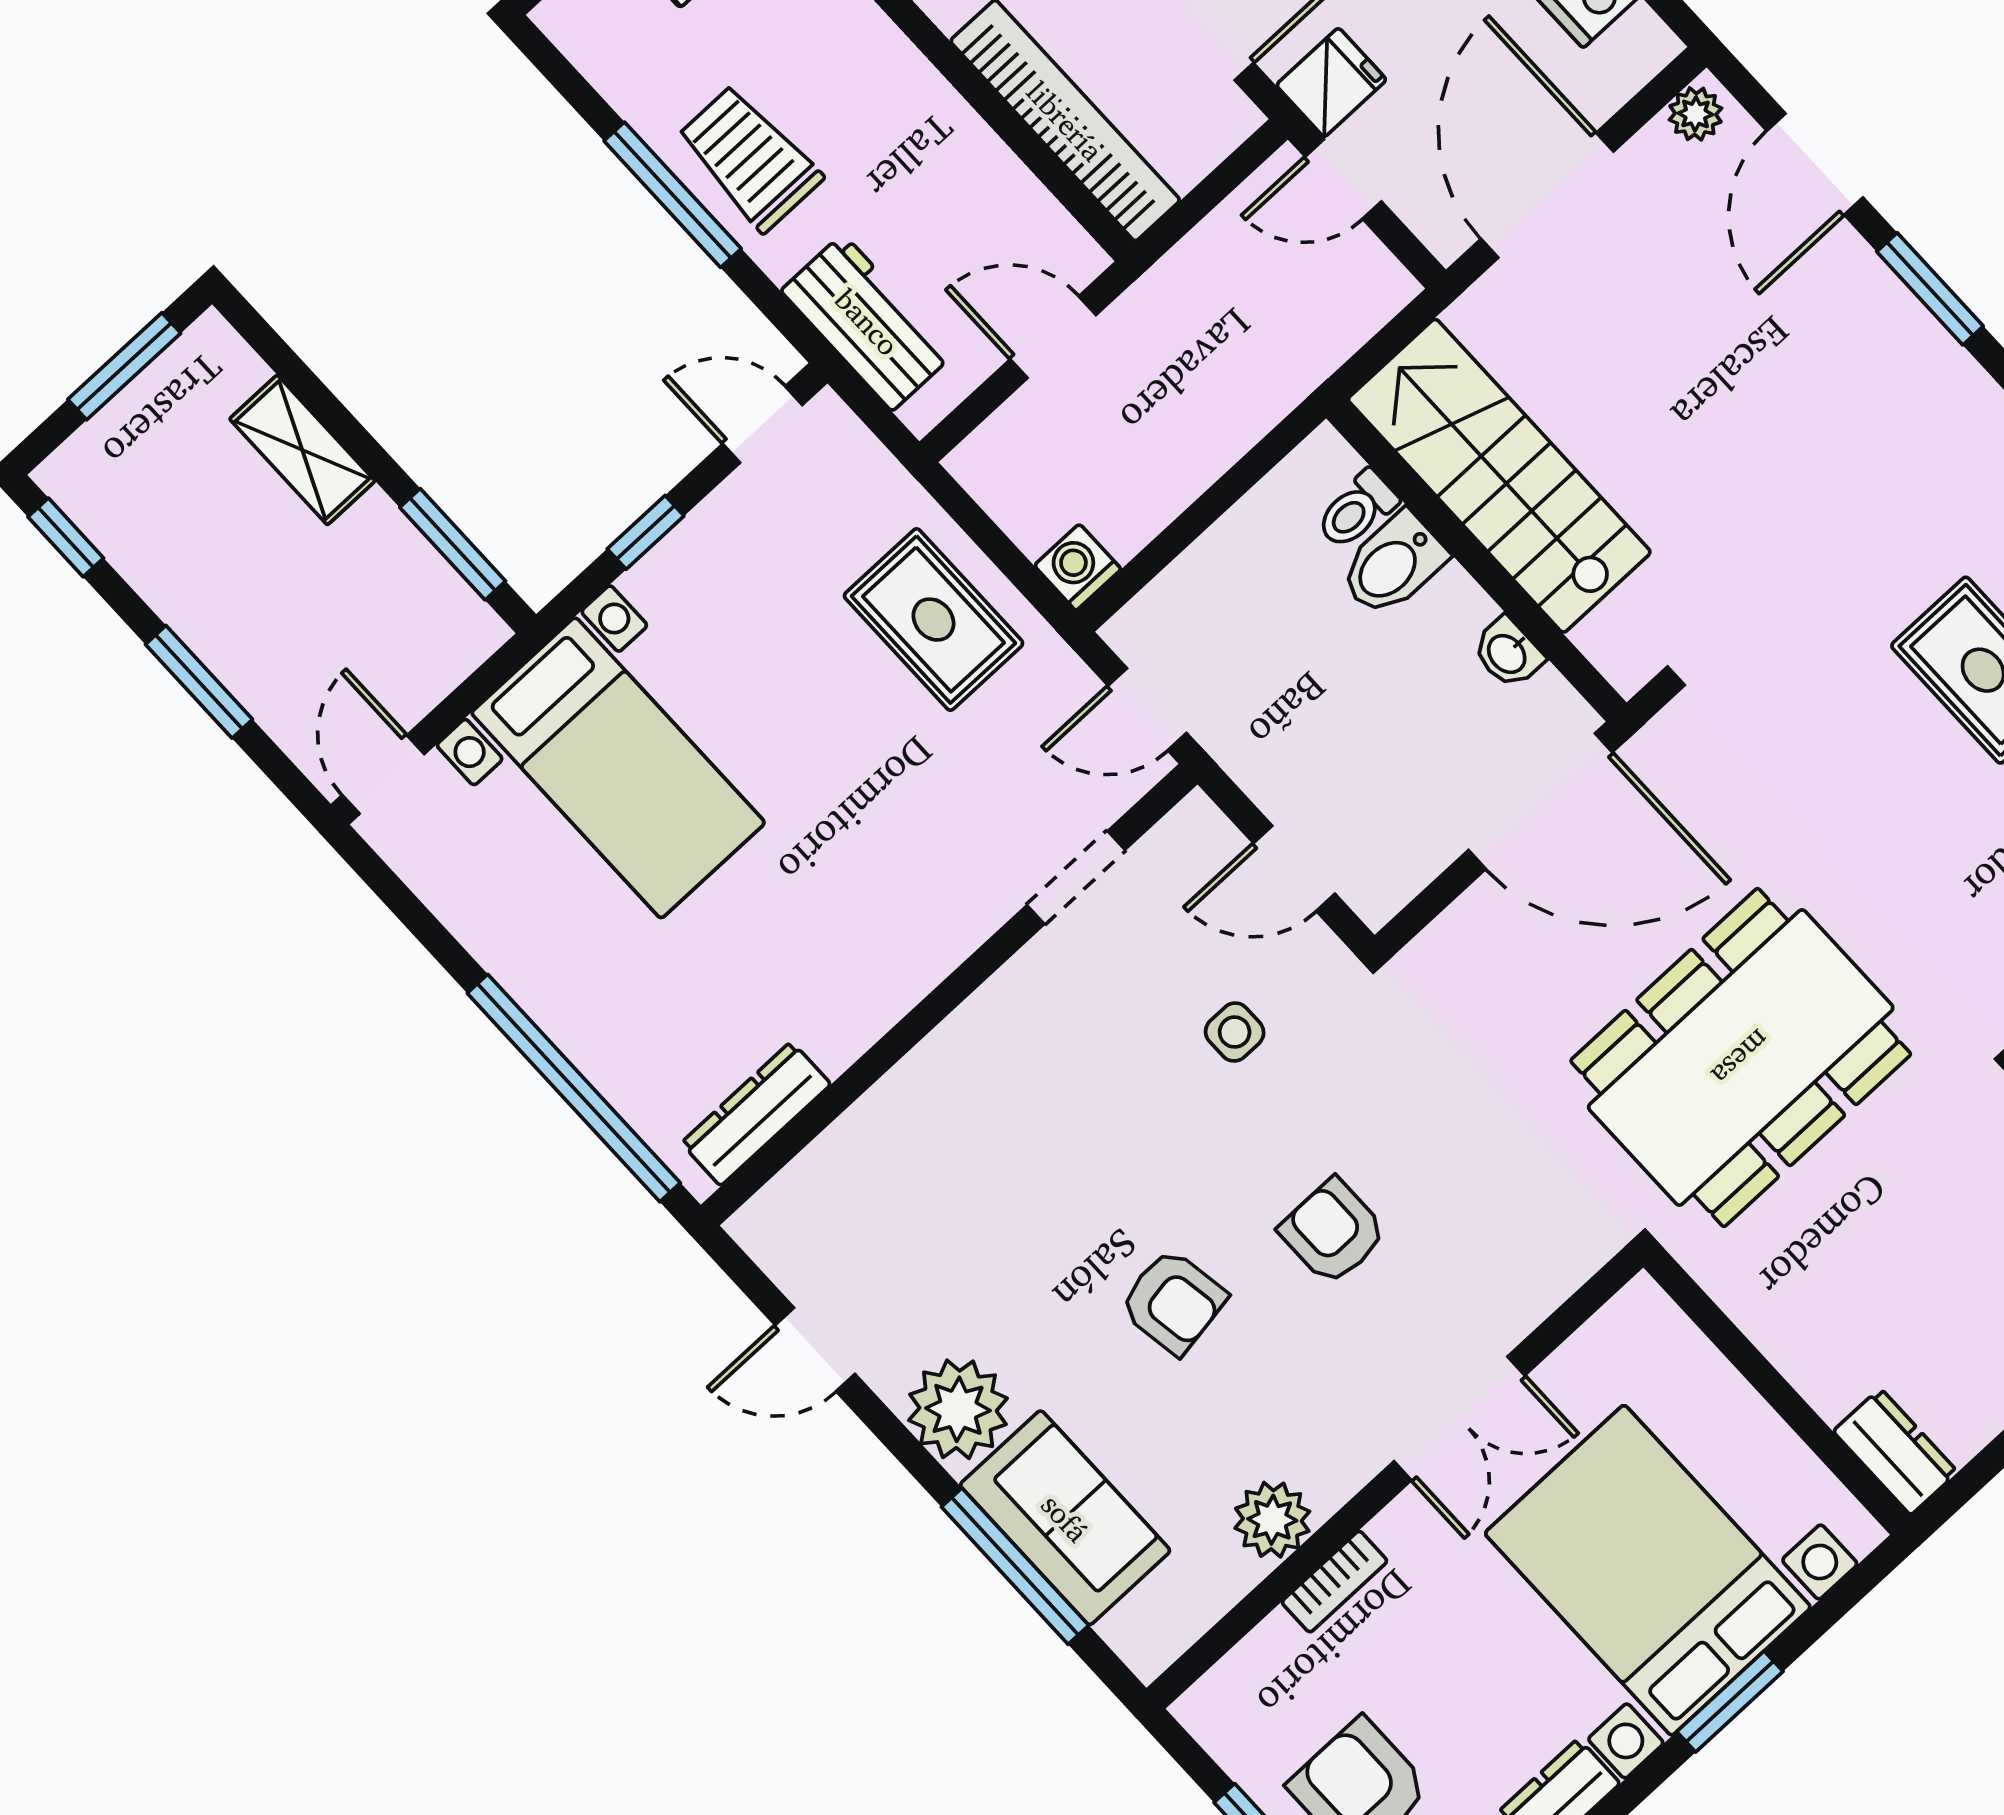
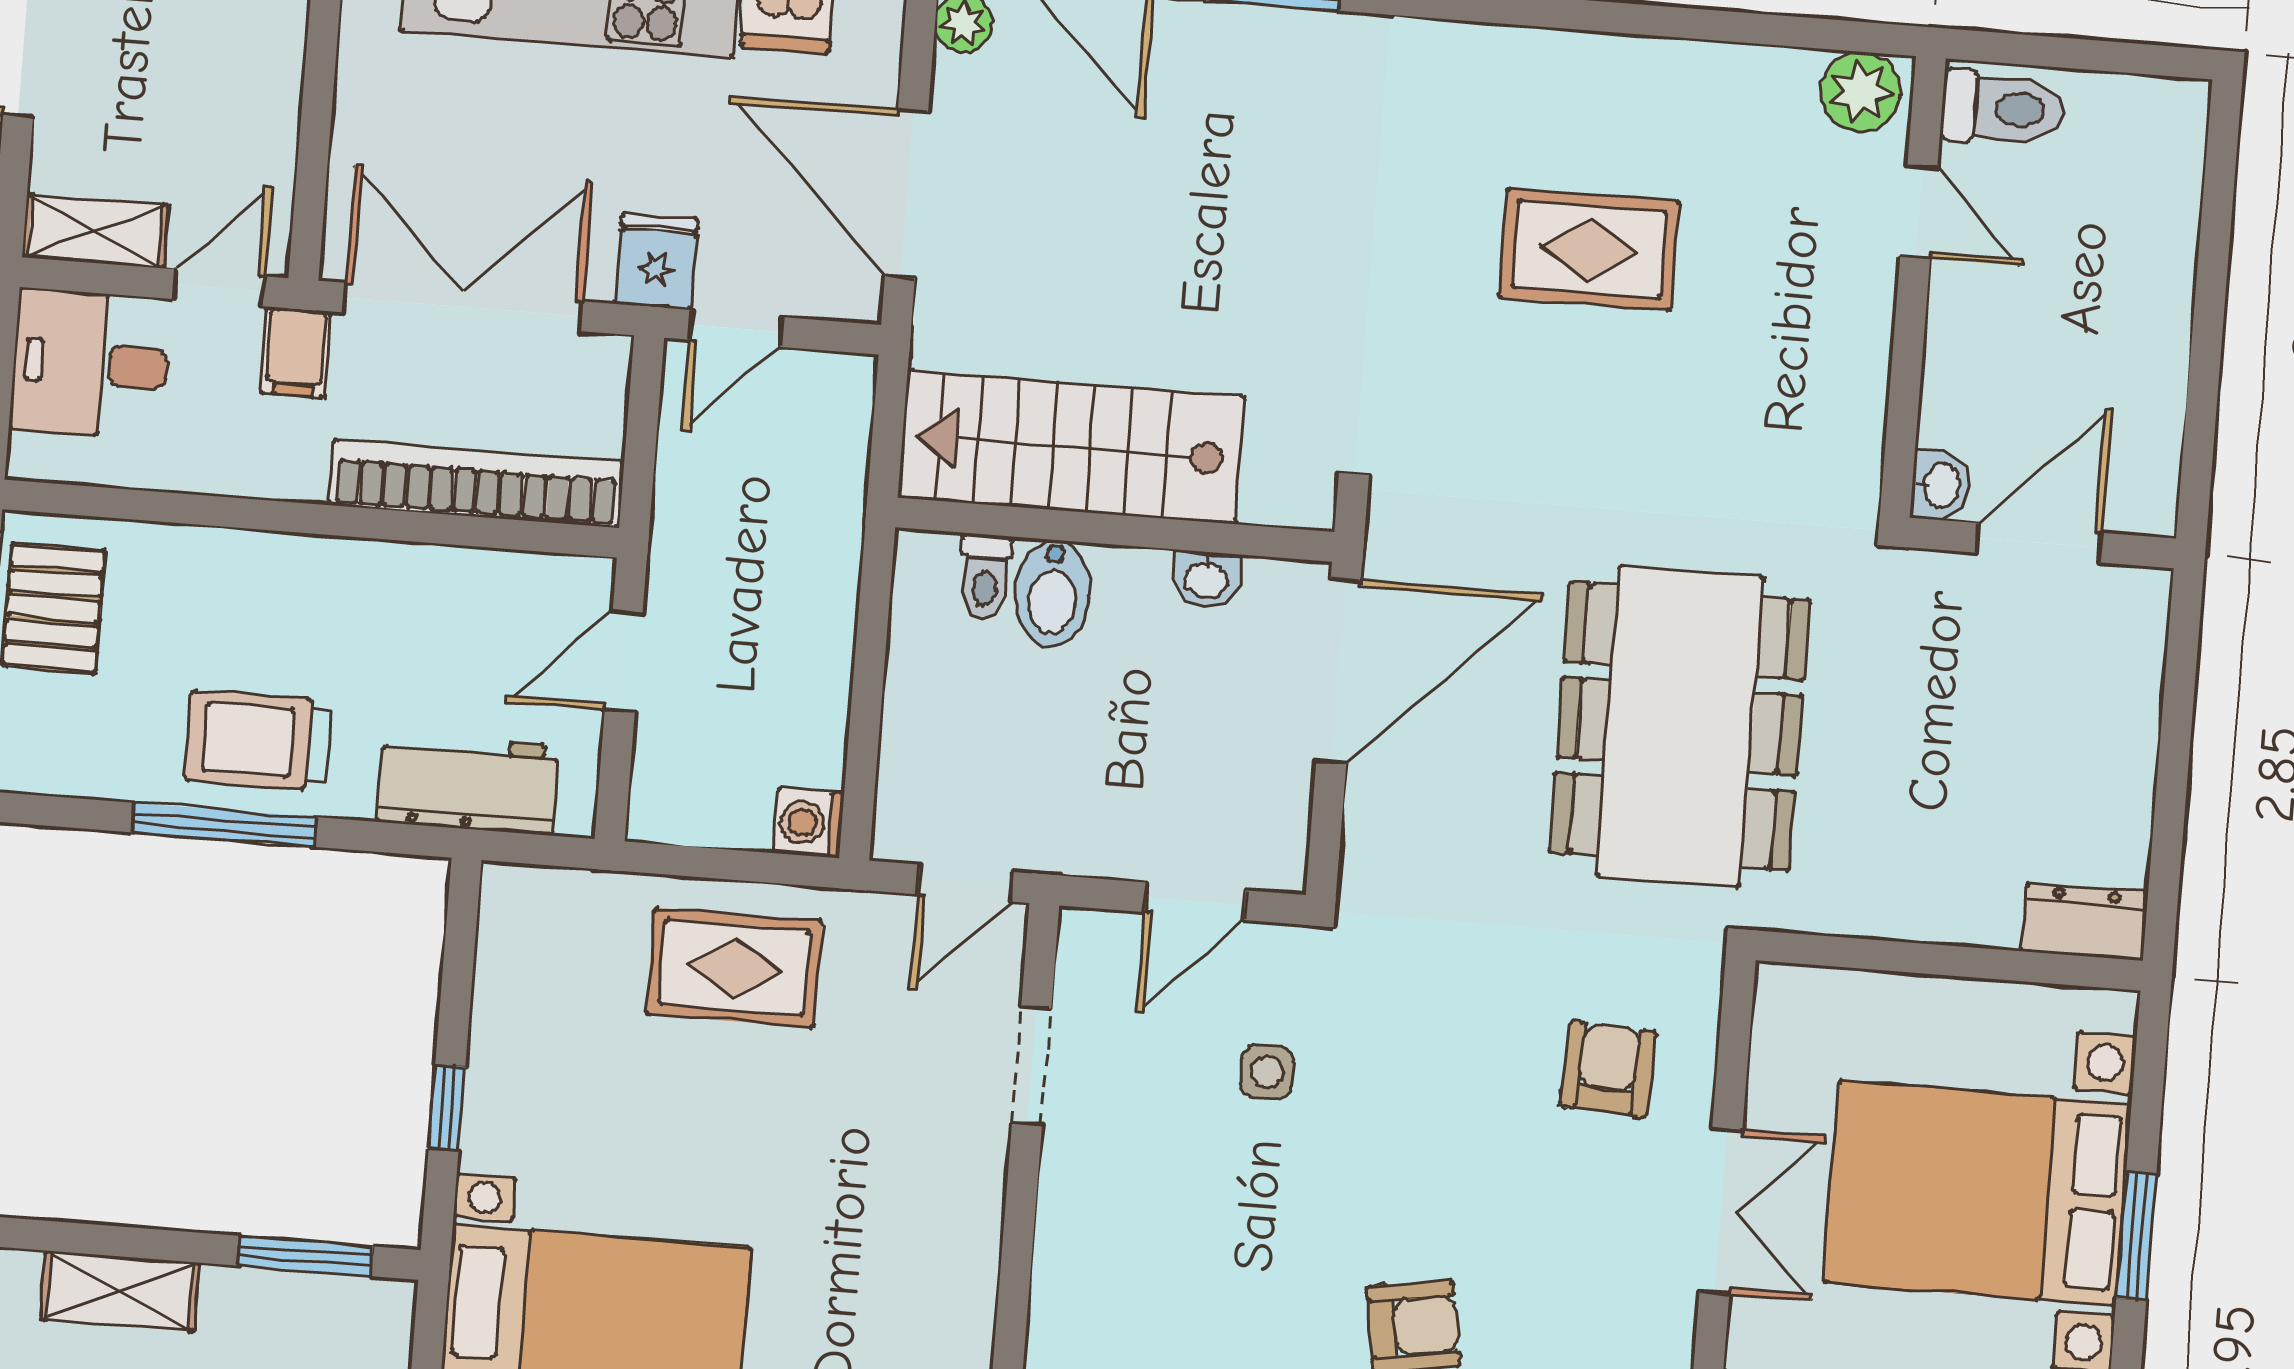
door: (763, 424) -> (460, 939), removed
armchair: (1333, 1232) -> (1608, 1069), moved, turned 93

